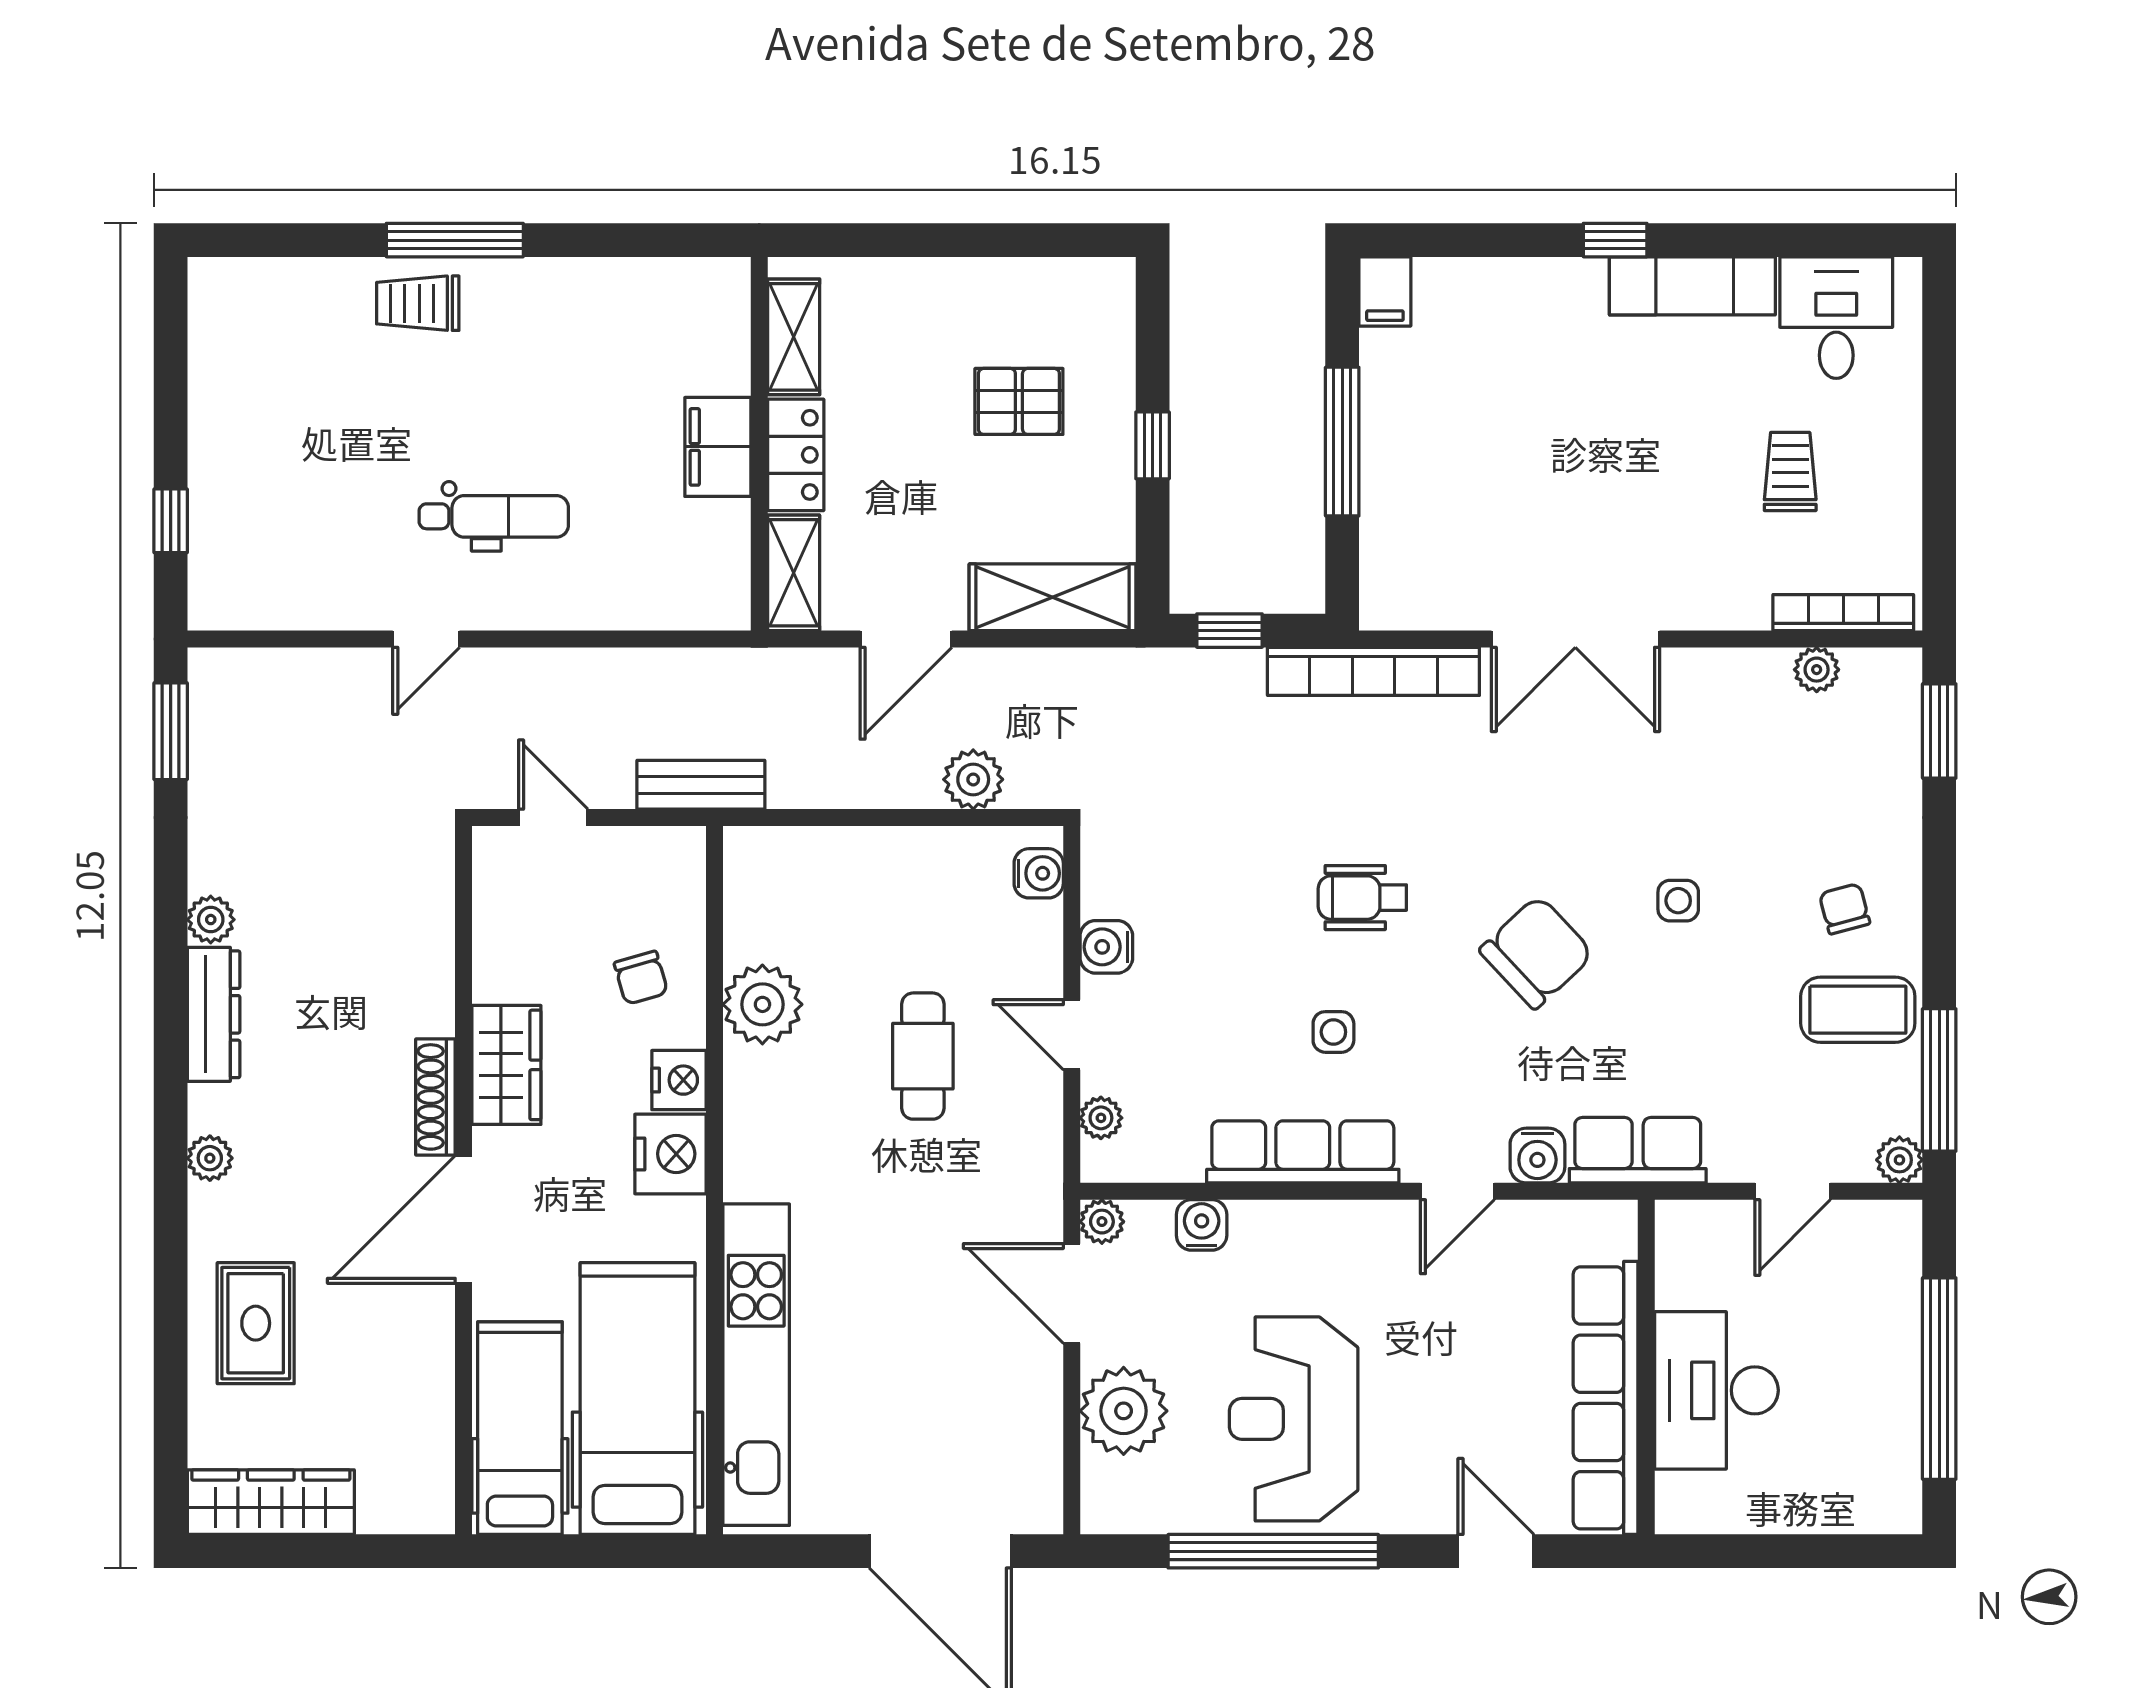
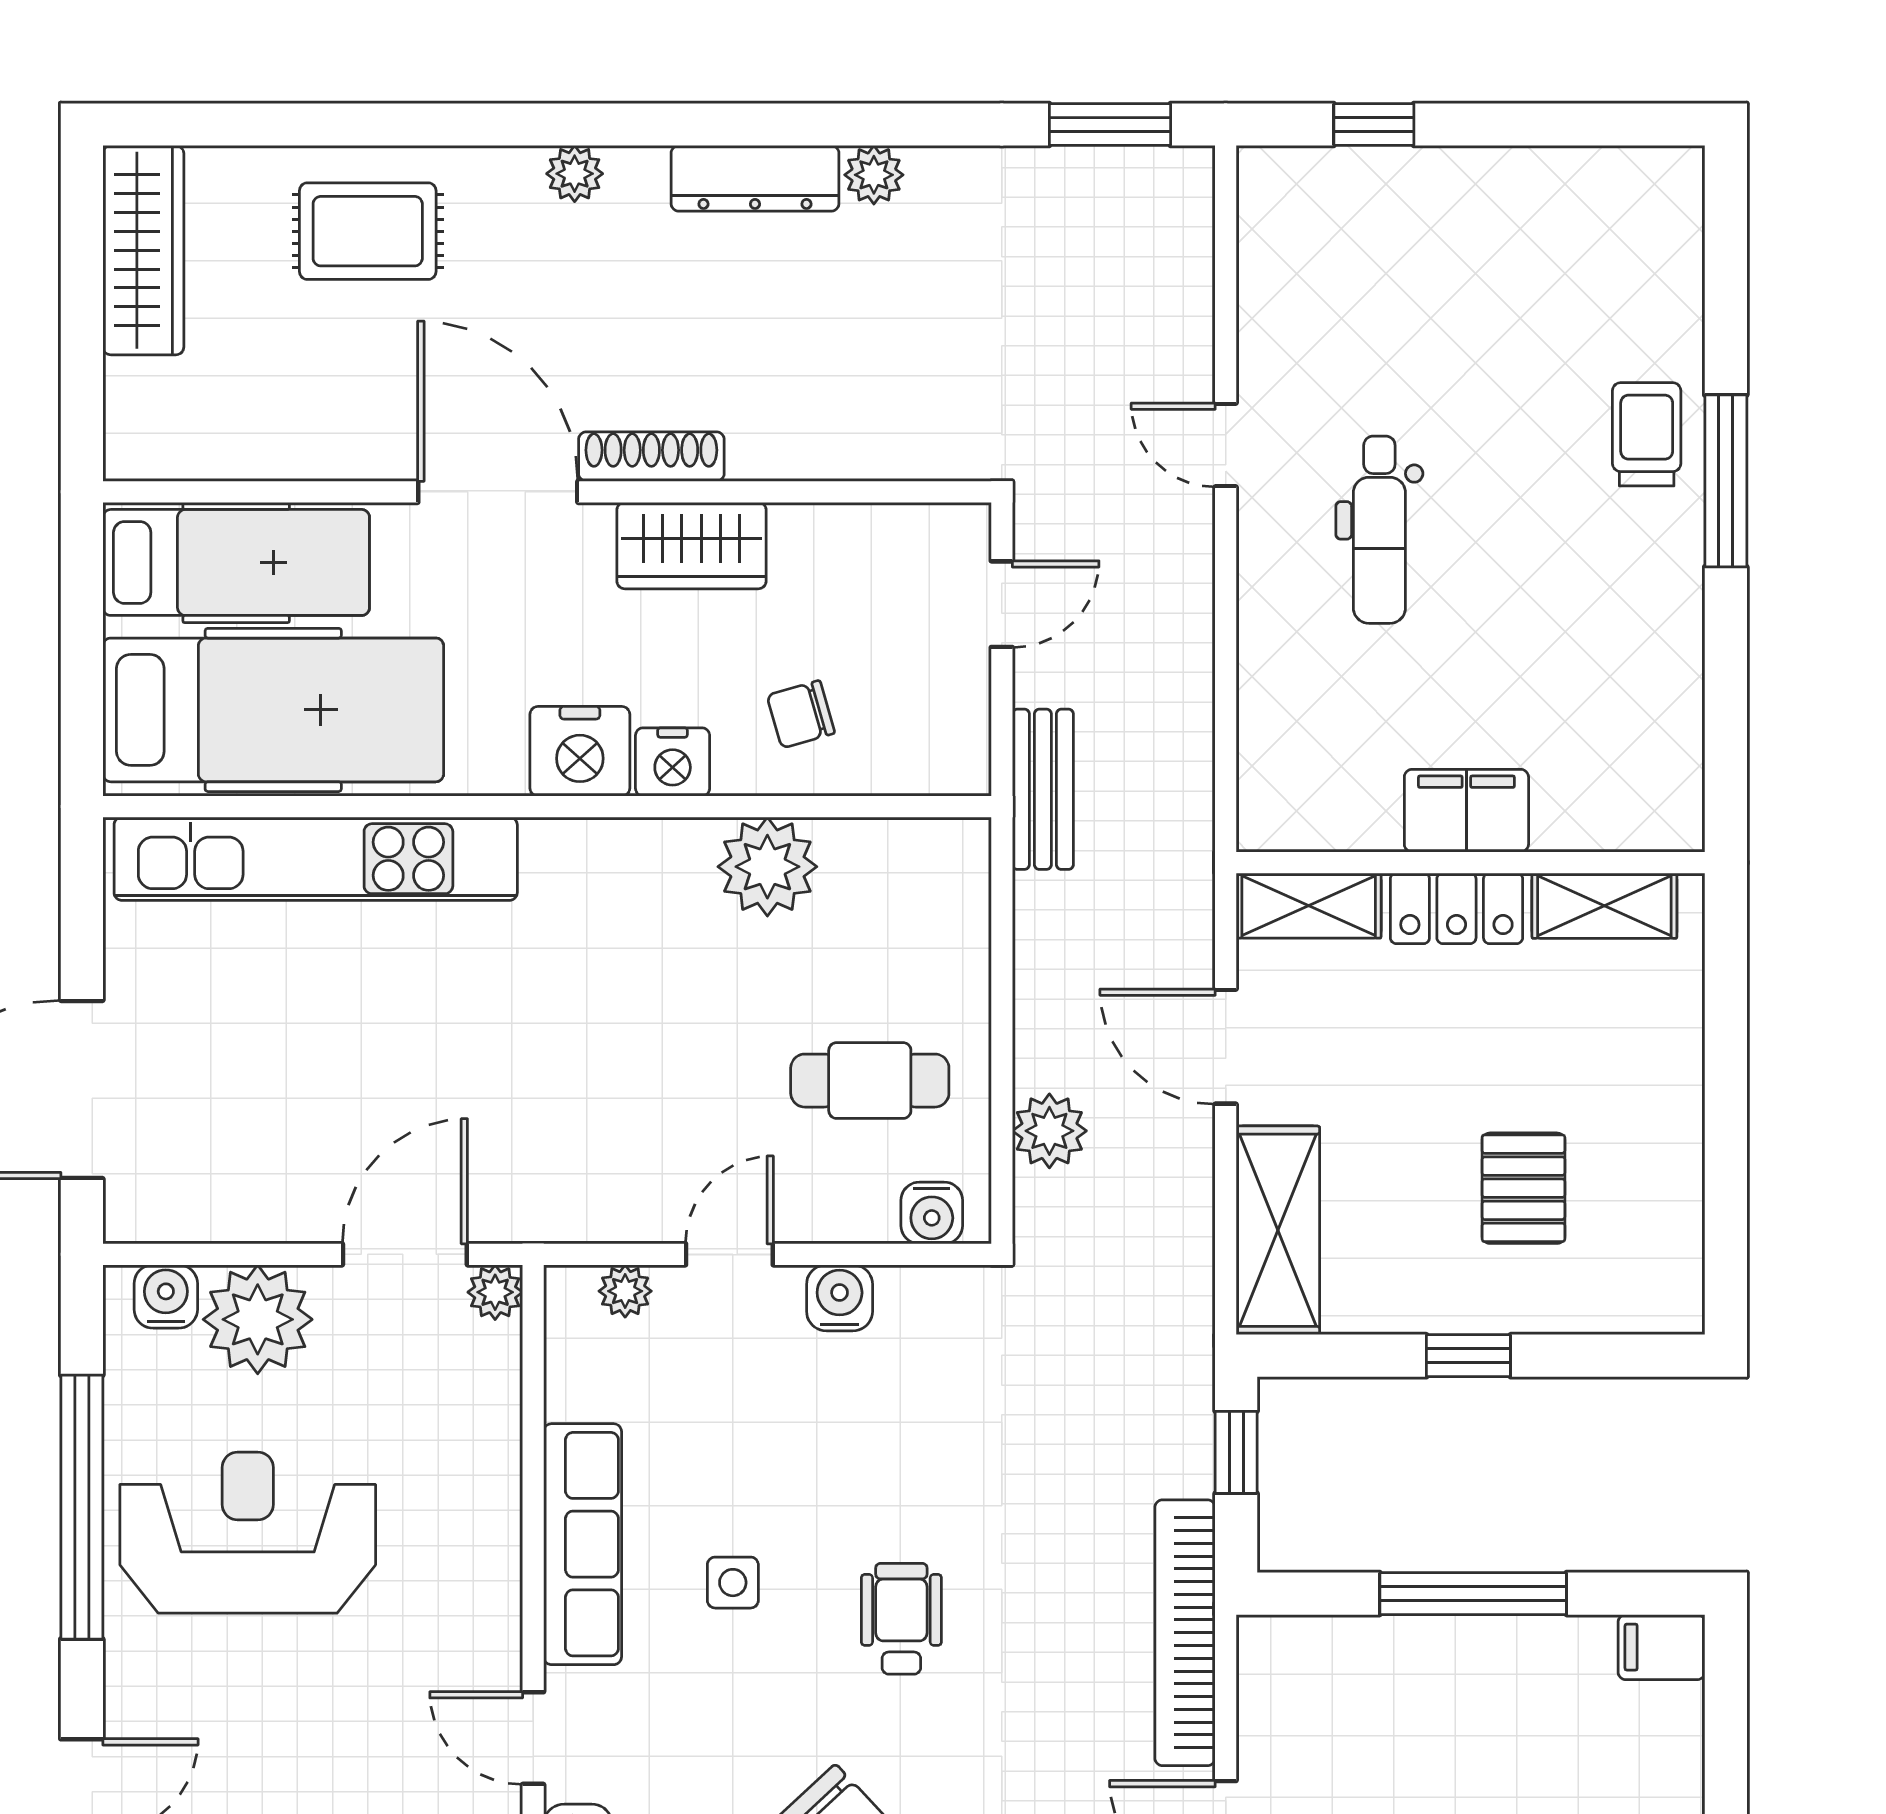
cafe table: (923, 1056) -> (870, 1081), moved
water cooler: (1202, 1225) -> (166, 1296), moved, turned -90

